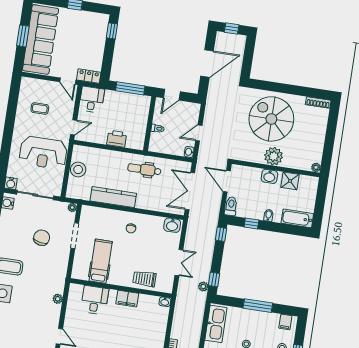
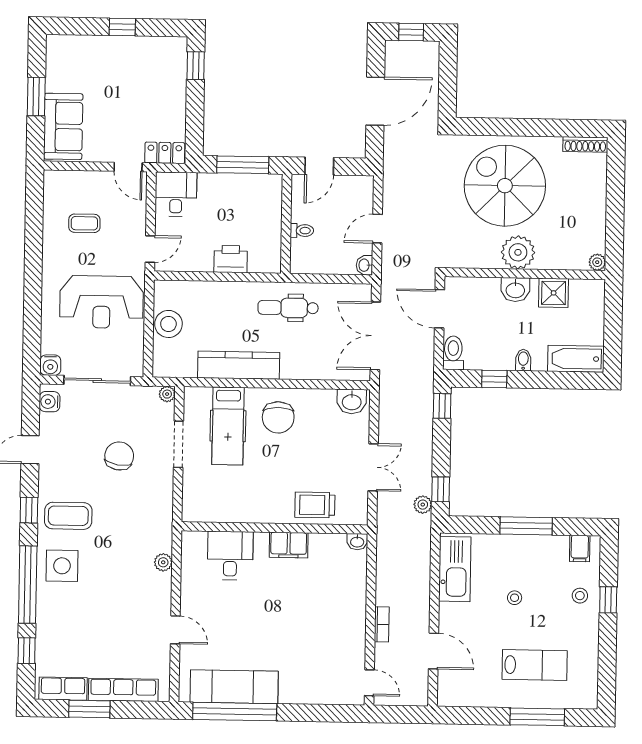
sofa: (41, 39) -> (63, 126), width x0.54, depth x0.79
chair: (131, 228) -> (278, 417), width x1.87, depth x1.87
hospital bed: (101, 261) -> (228, 426), moved, turned 180

